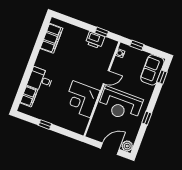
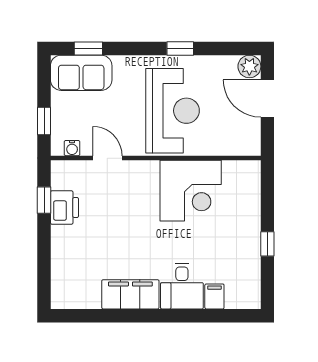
filing cabinet: (51, 38) -> (130, 294), moved
door: (106, 77) -> (108, 158), moved
filing cabinet: (29, 96) -> (214, 296), width x0.50

